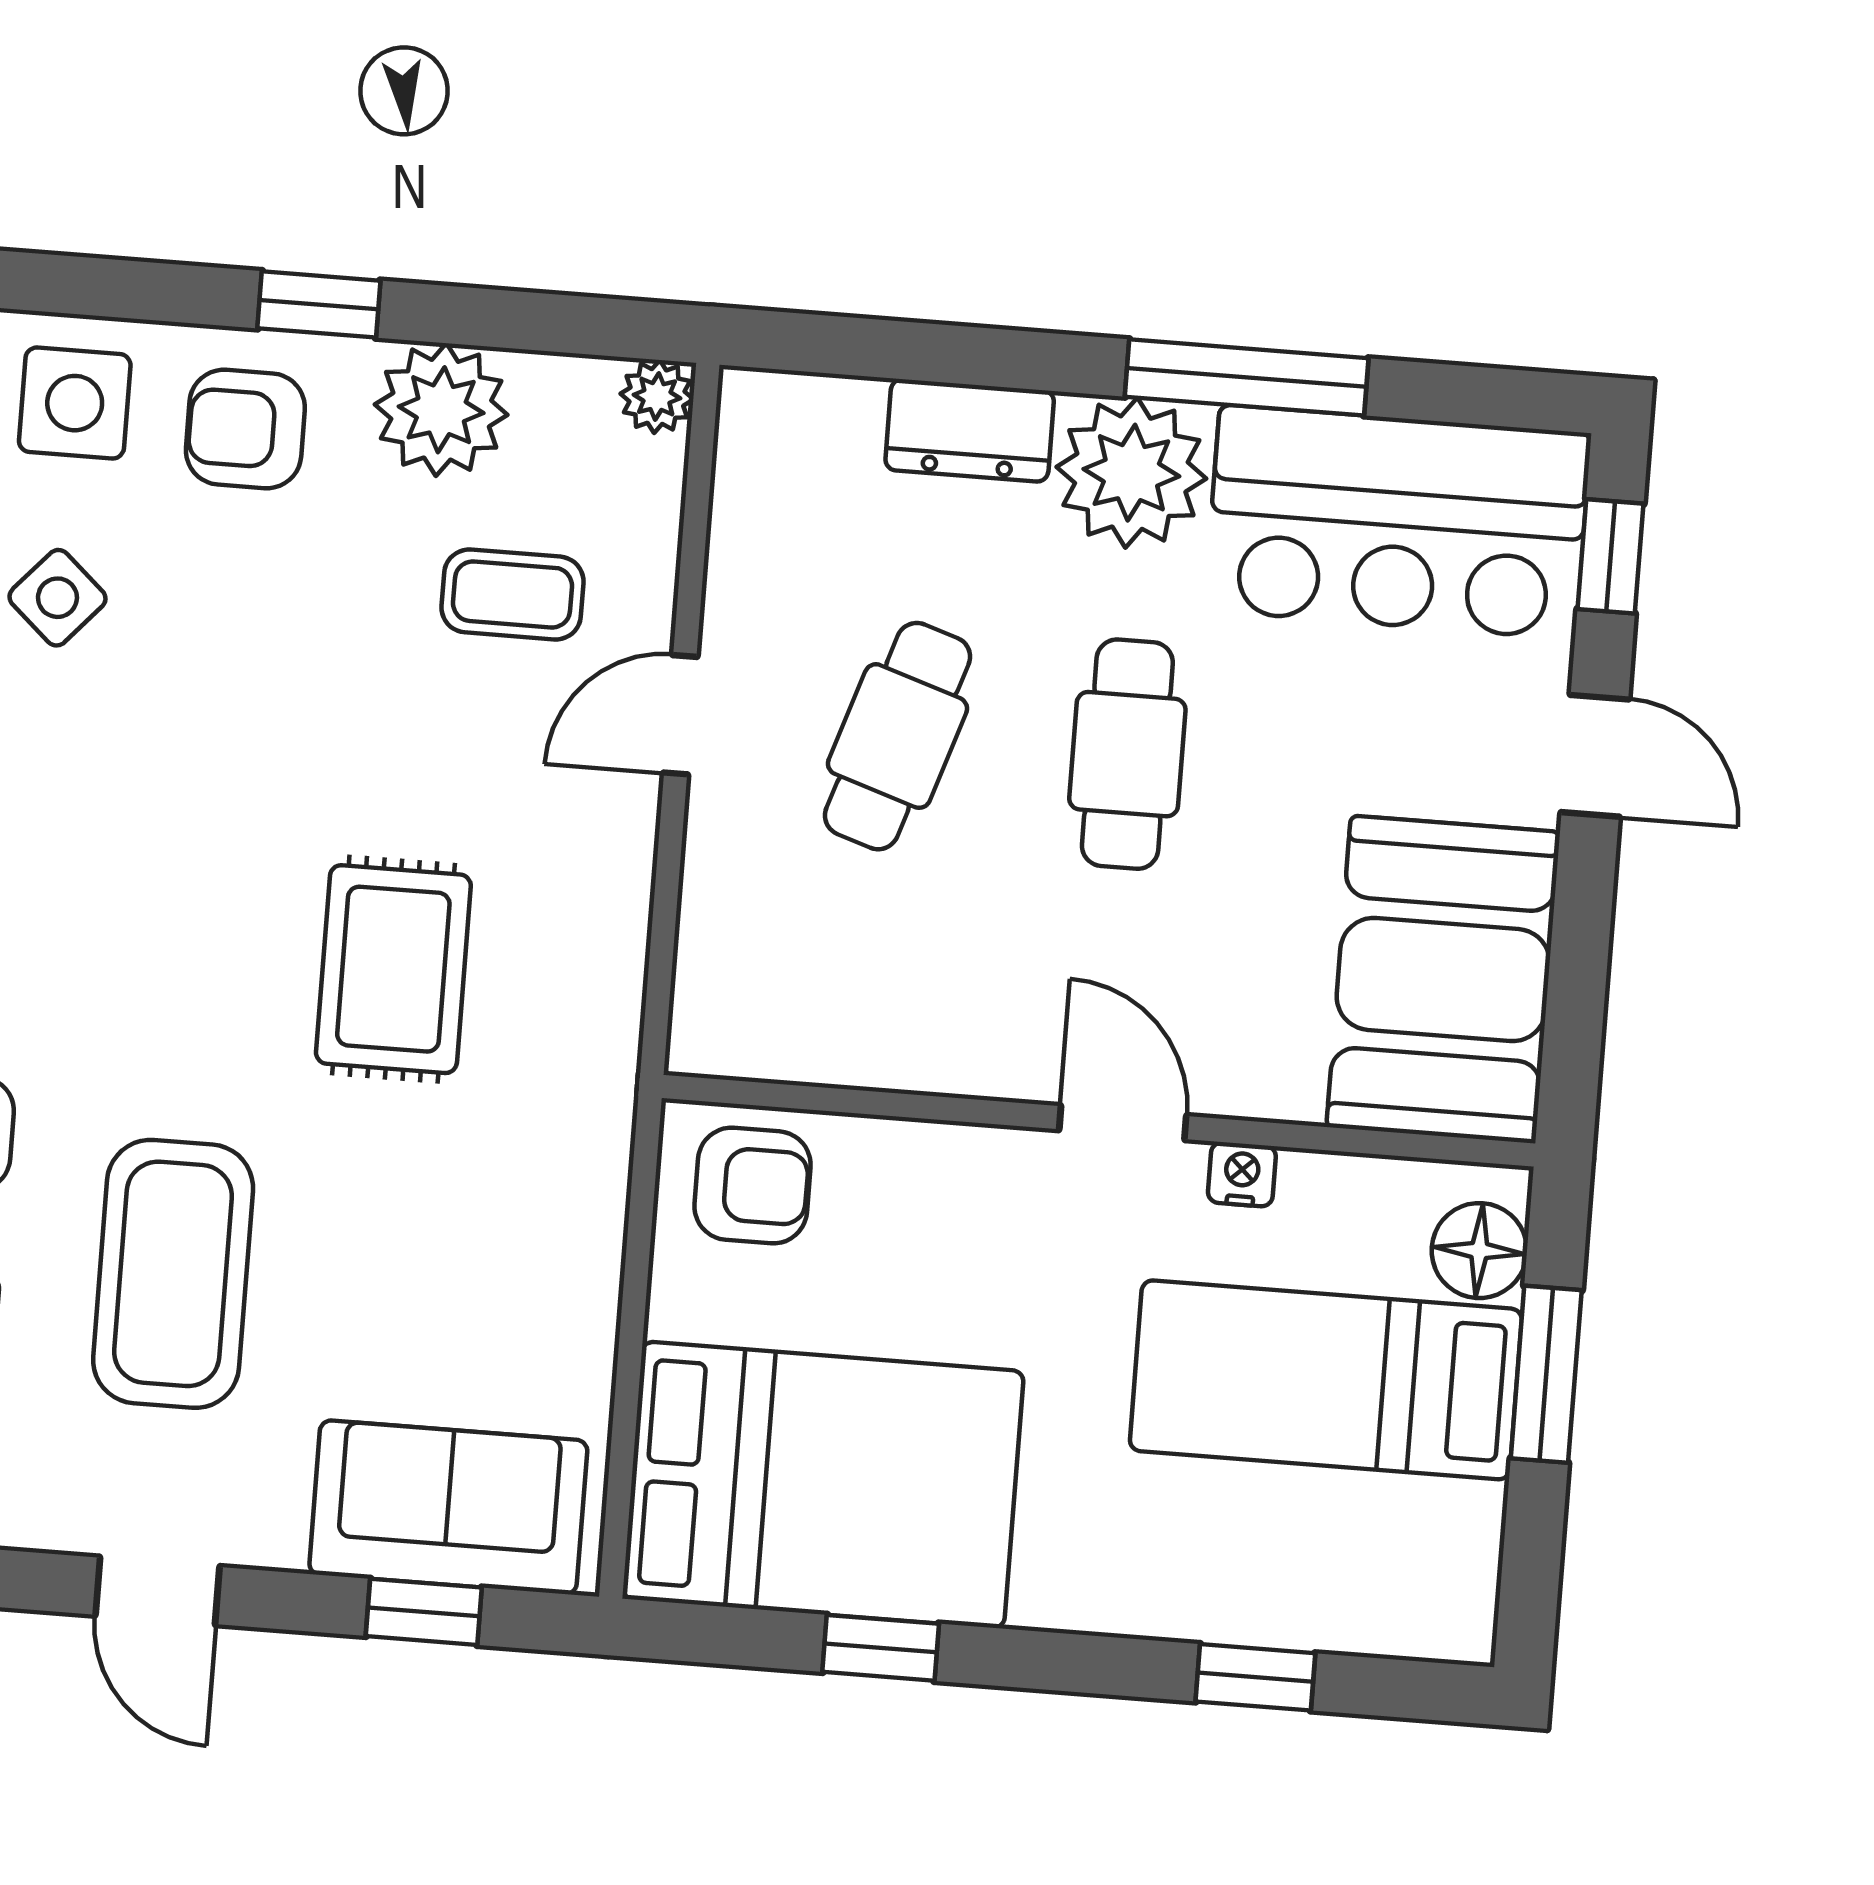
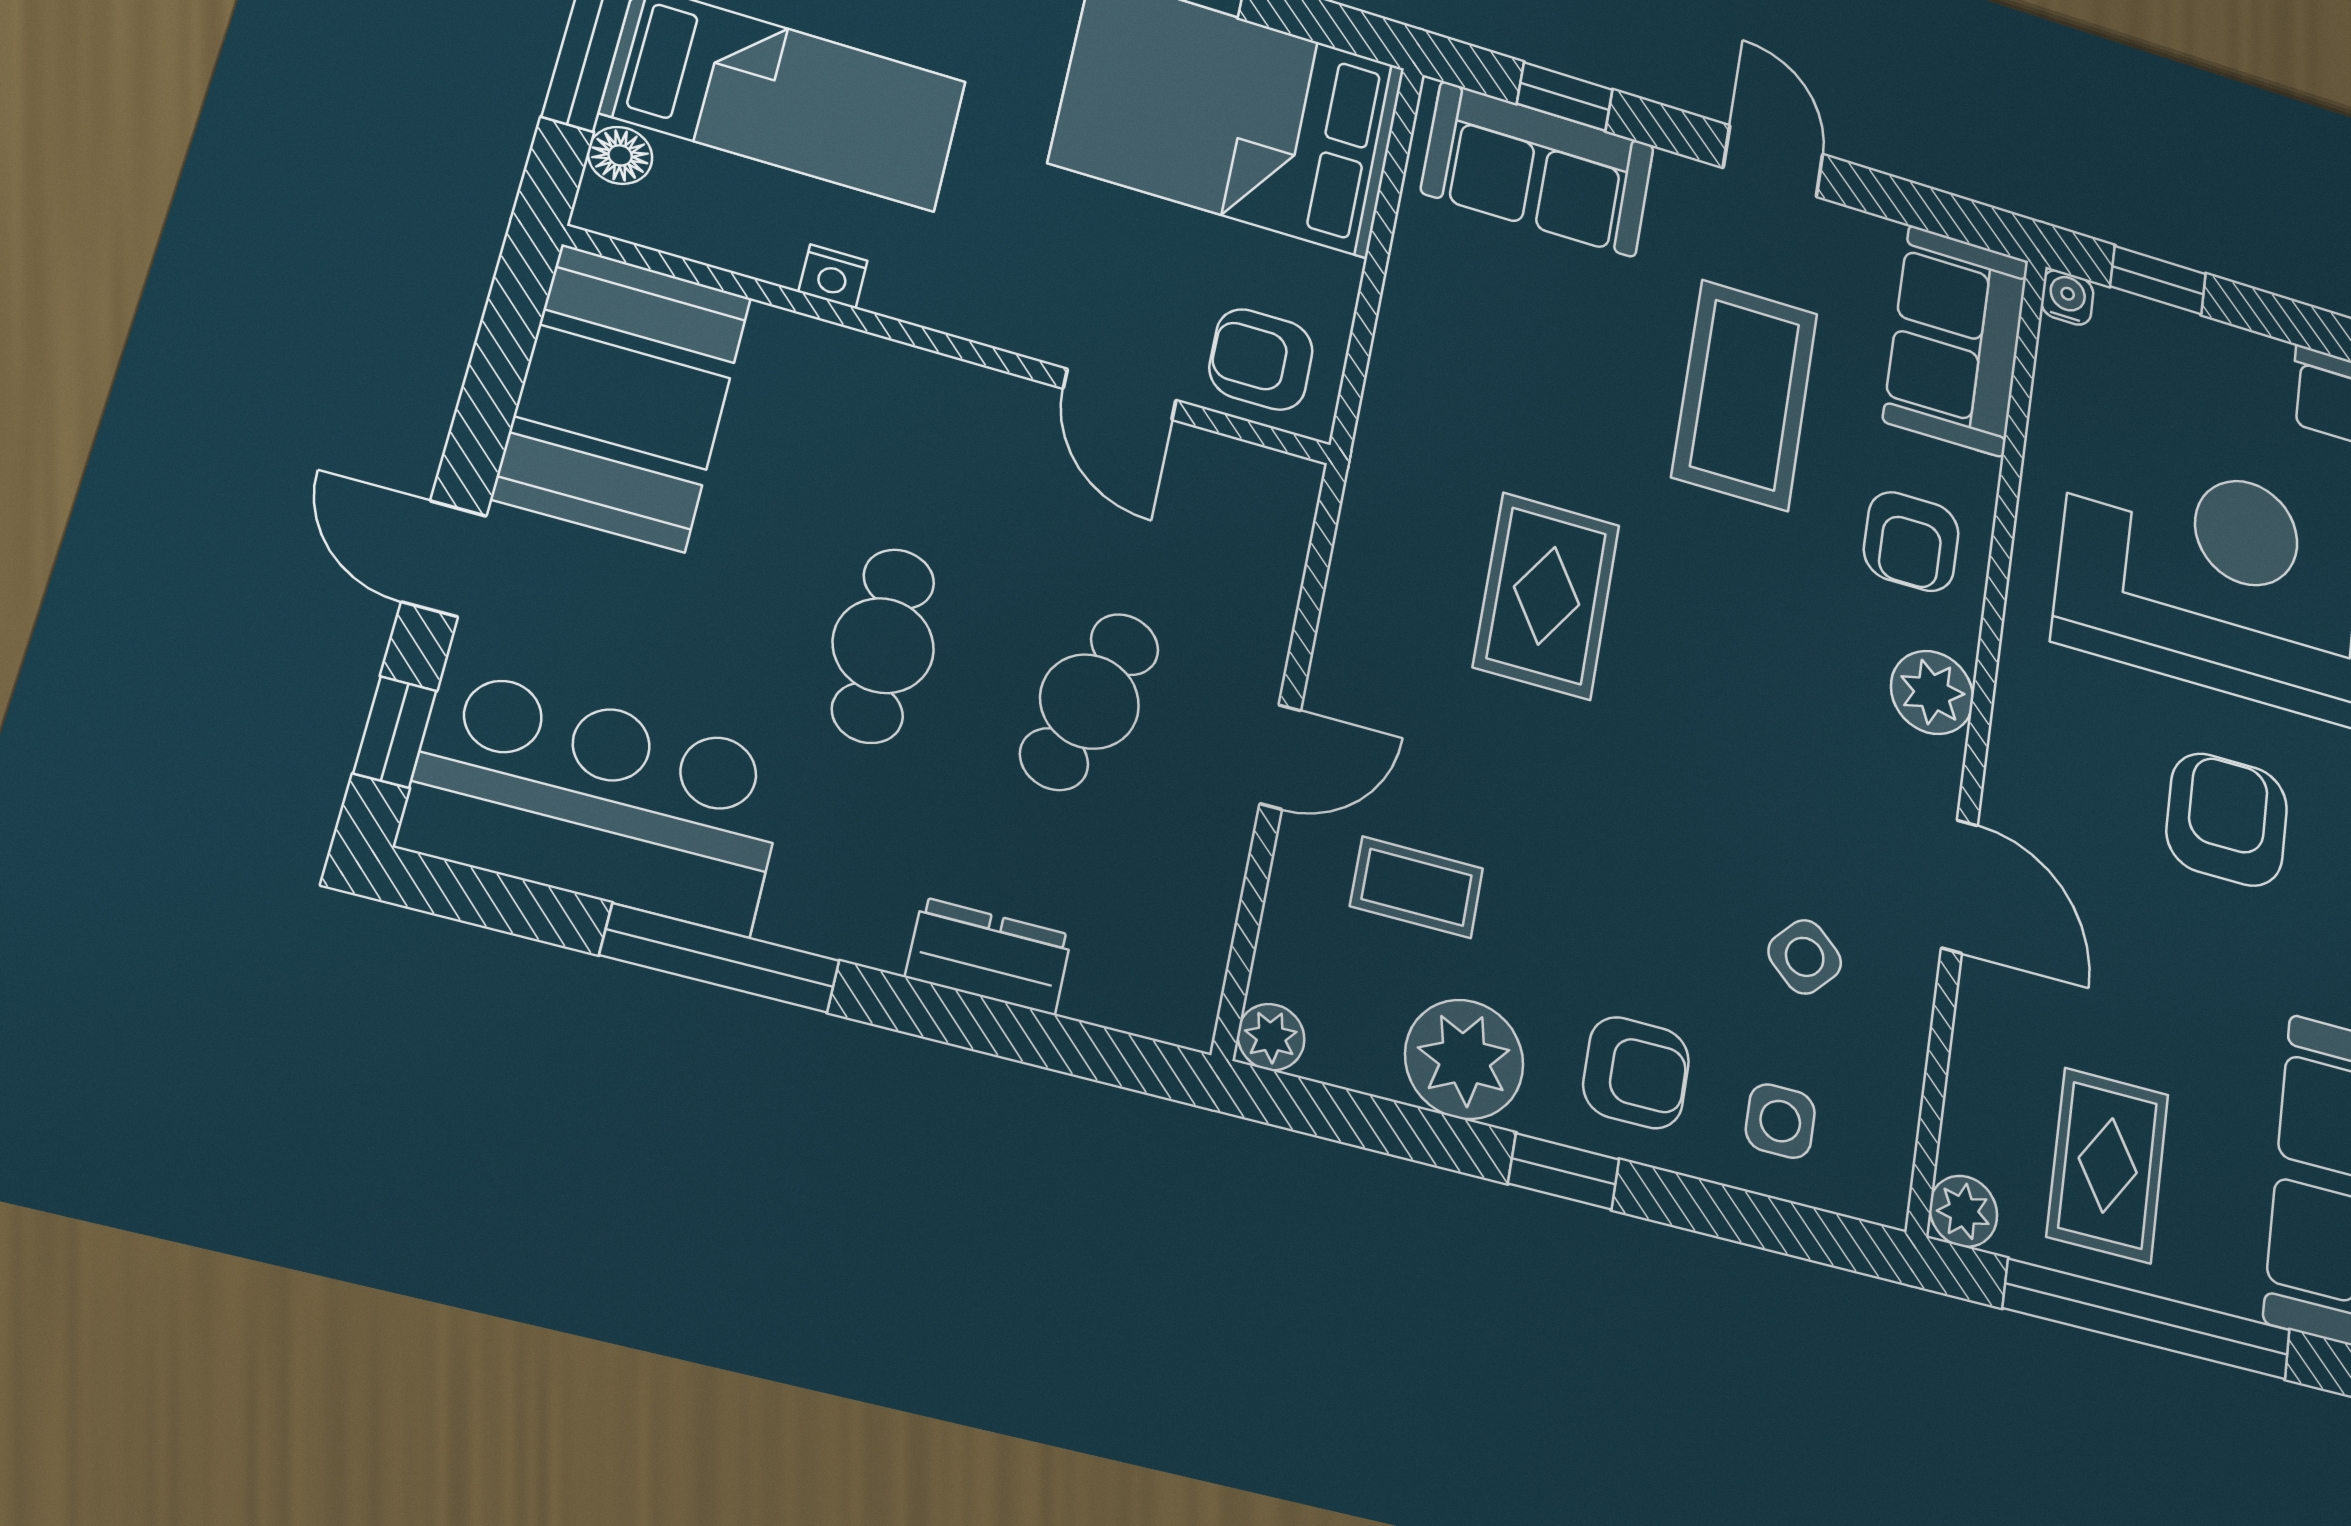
side table: (75, 403) -> (1780, 1121), width x0.73, depth x0.73
plant: (1131, 473) -> (843, 891), removed
door: (1123, 1123) -> (1120, 394), moved
floor lamp: (1479, 1251) -> (620, 155), width x0.73, depth x0.73

